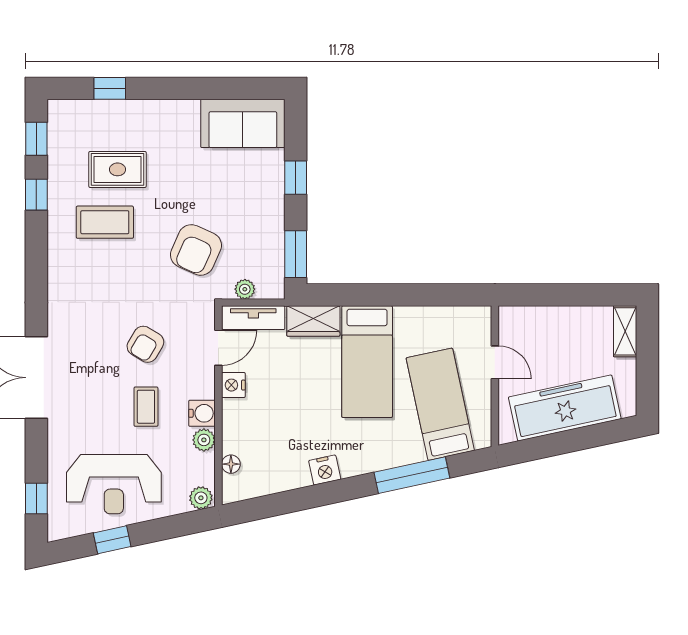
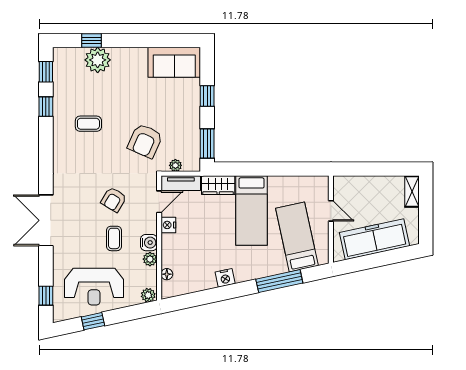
plant: (120, 120) -> (98, 60), added
rug: (117, 169) -> (96, 91), removed
coffee table: (105, 222) -> (88, 124), width x0.73, depth x0.77

